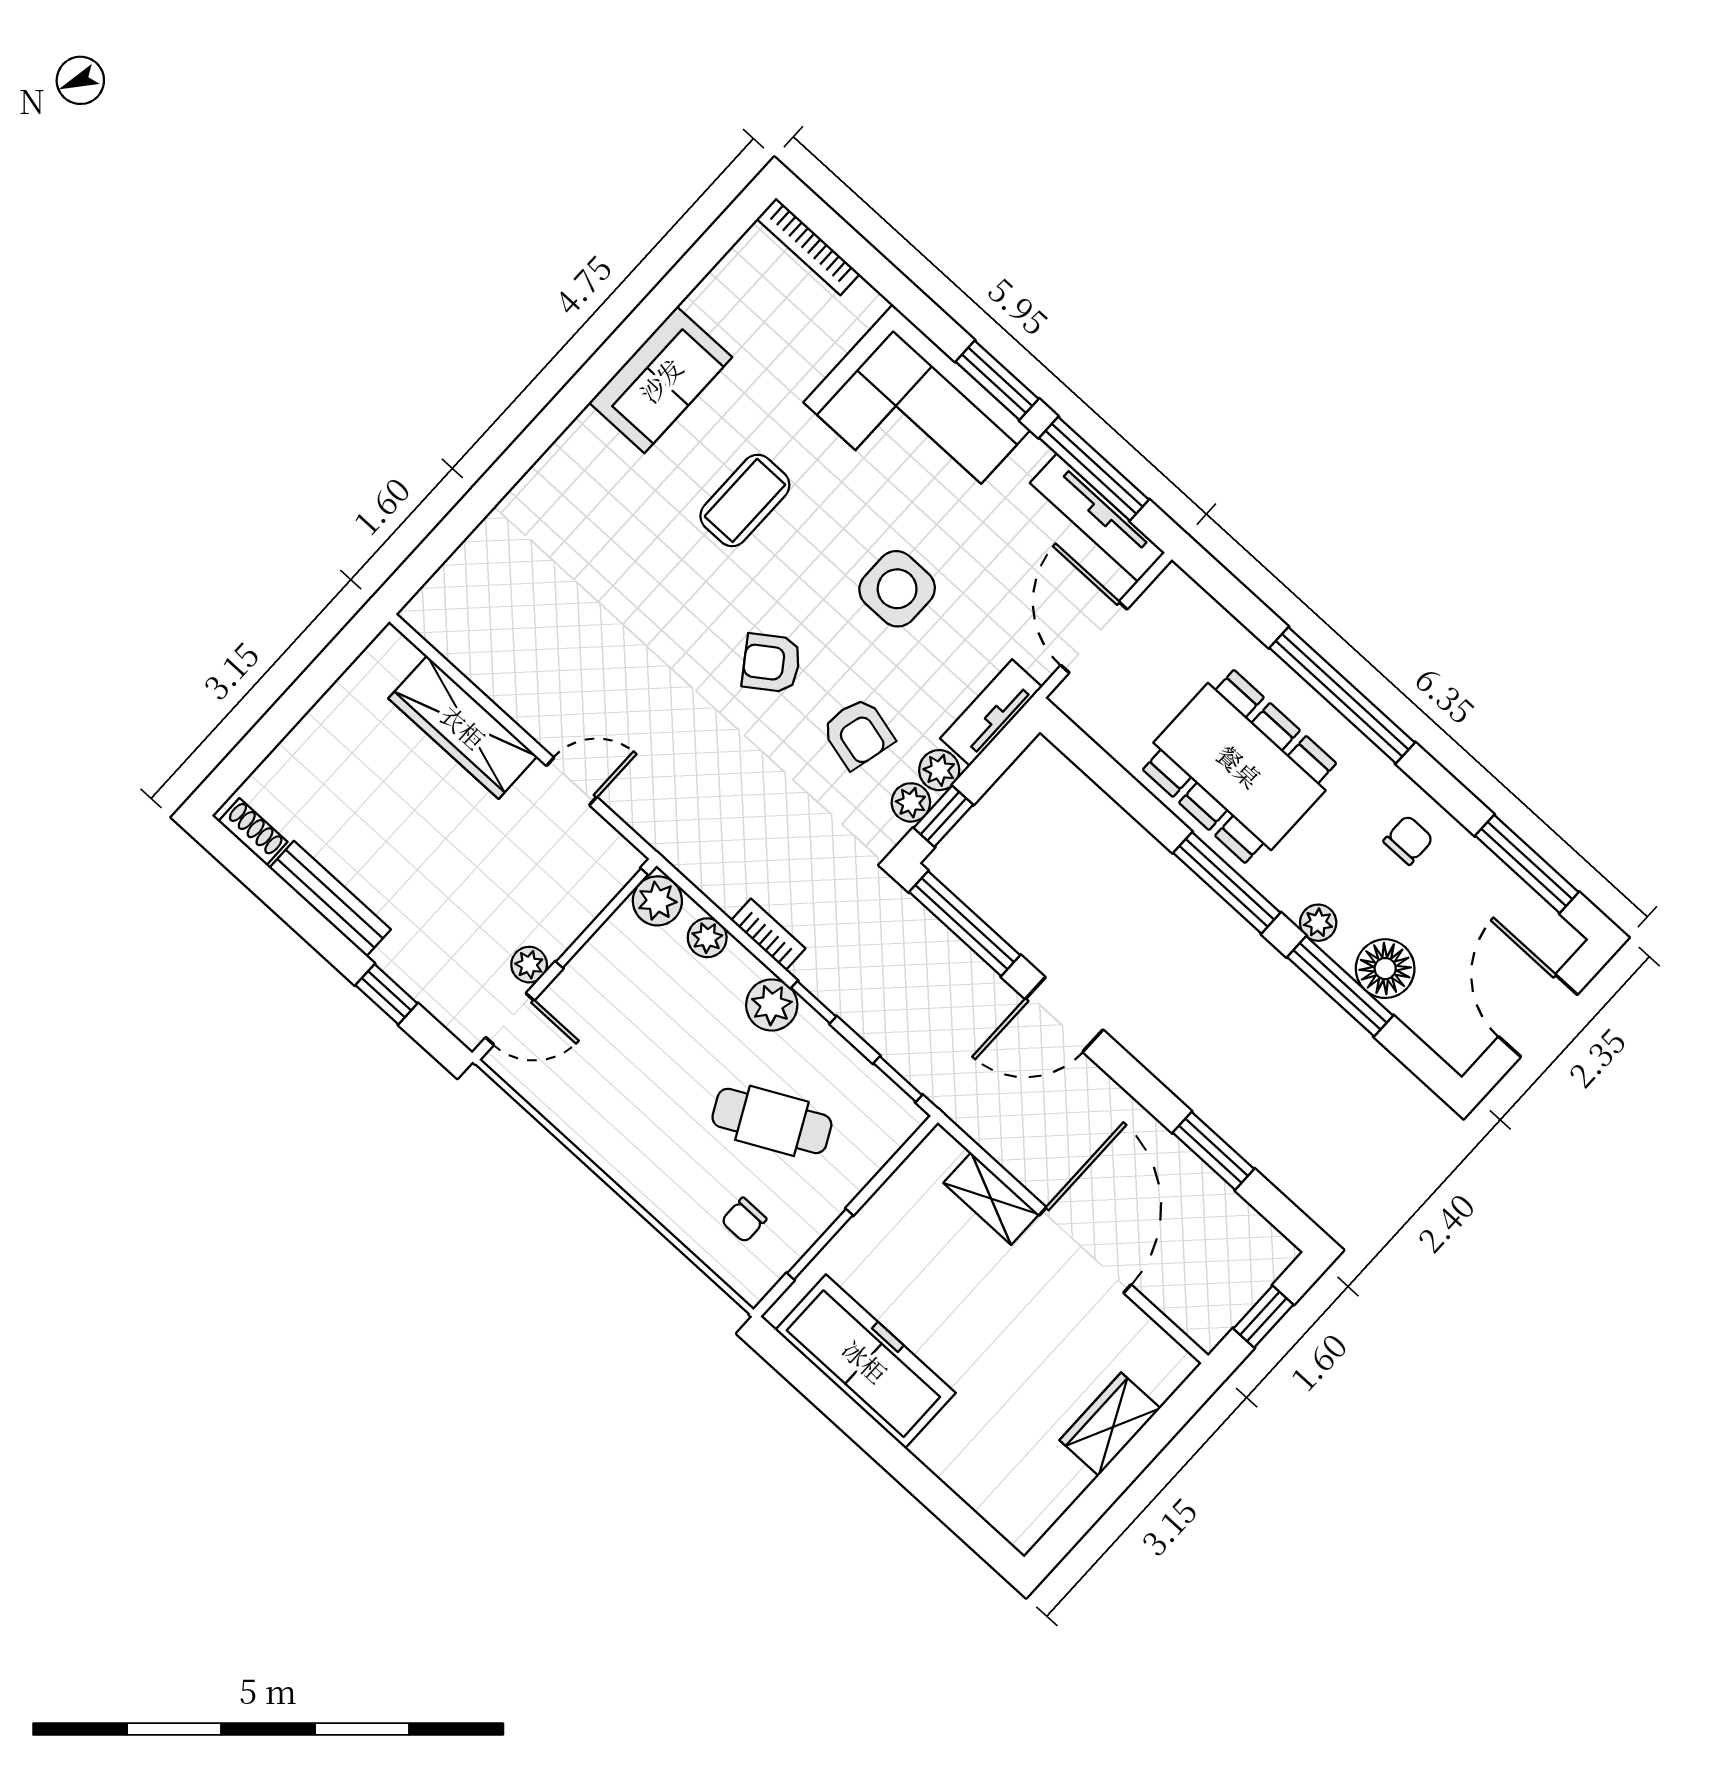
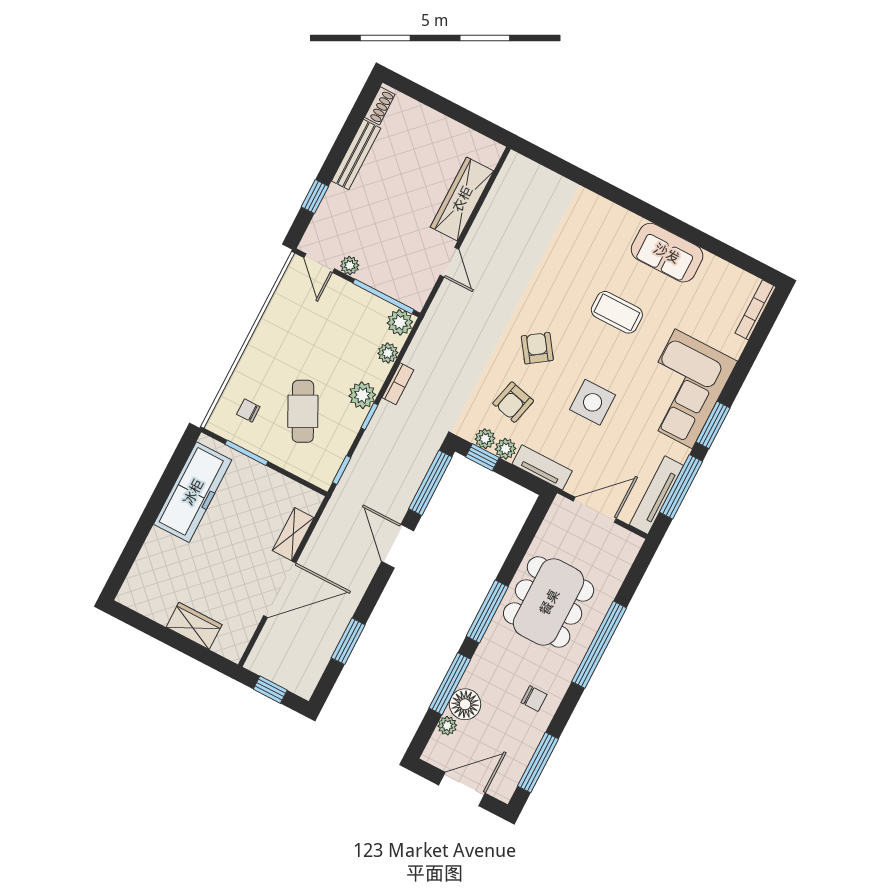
plant: (1318, 923) -> (447, 726), moved

